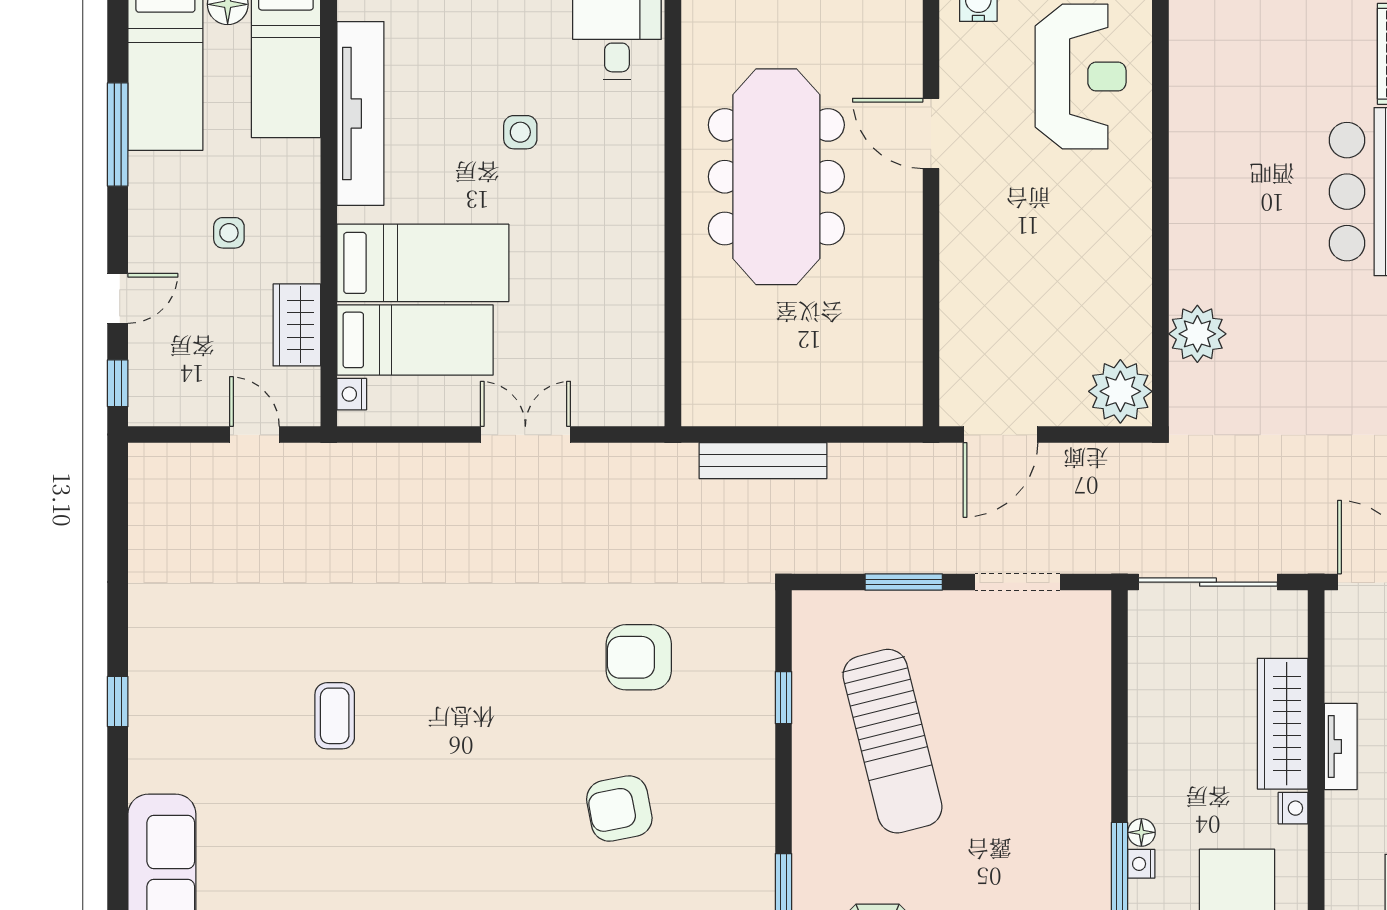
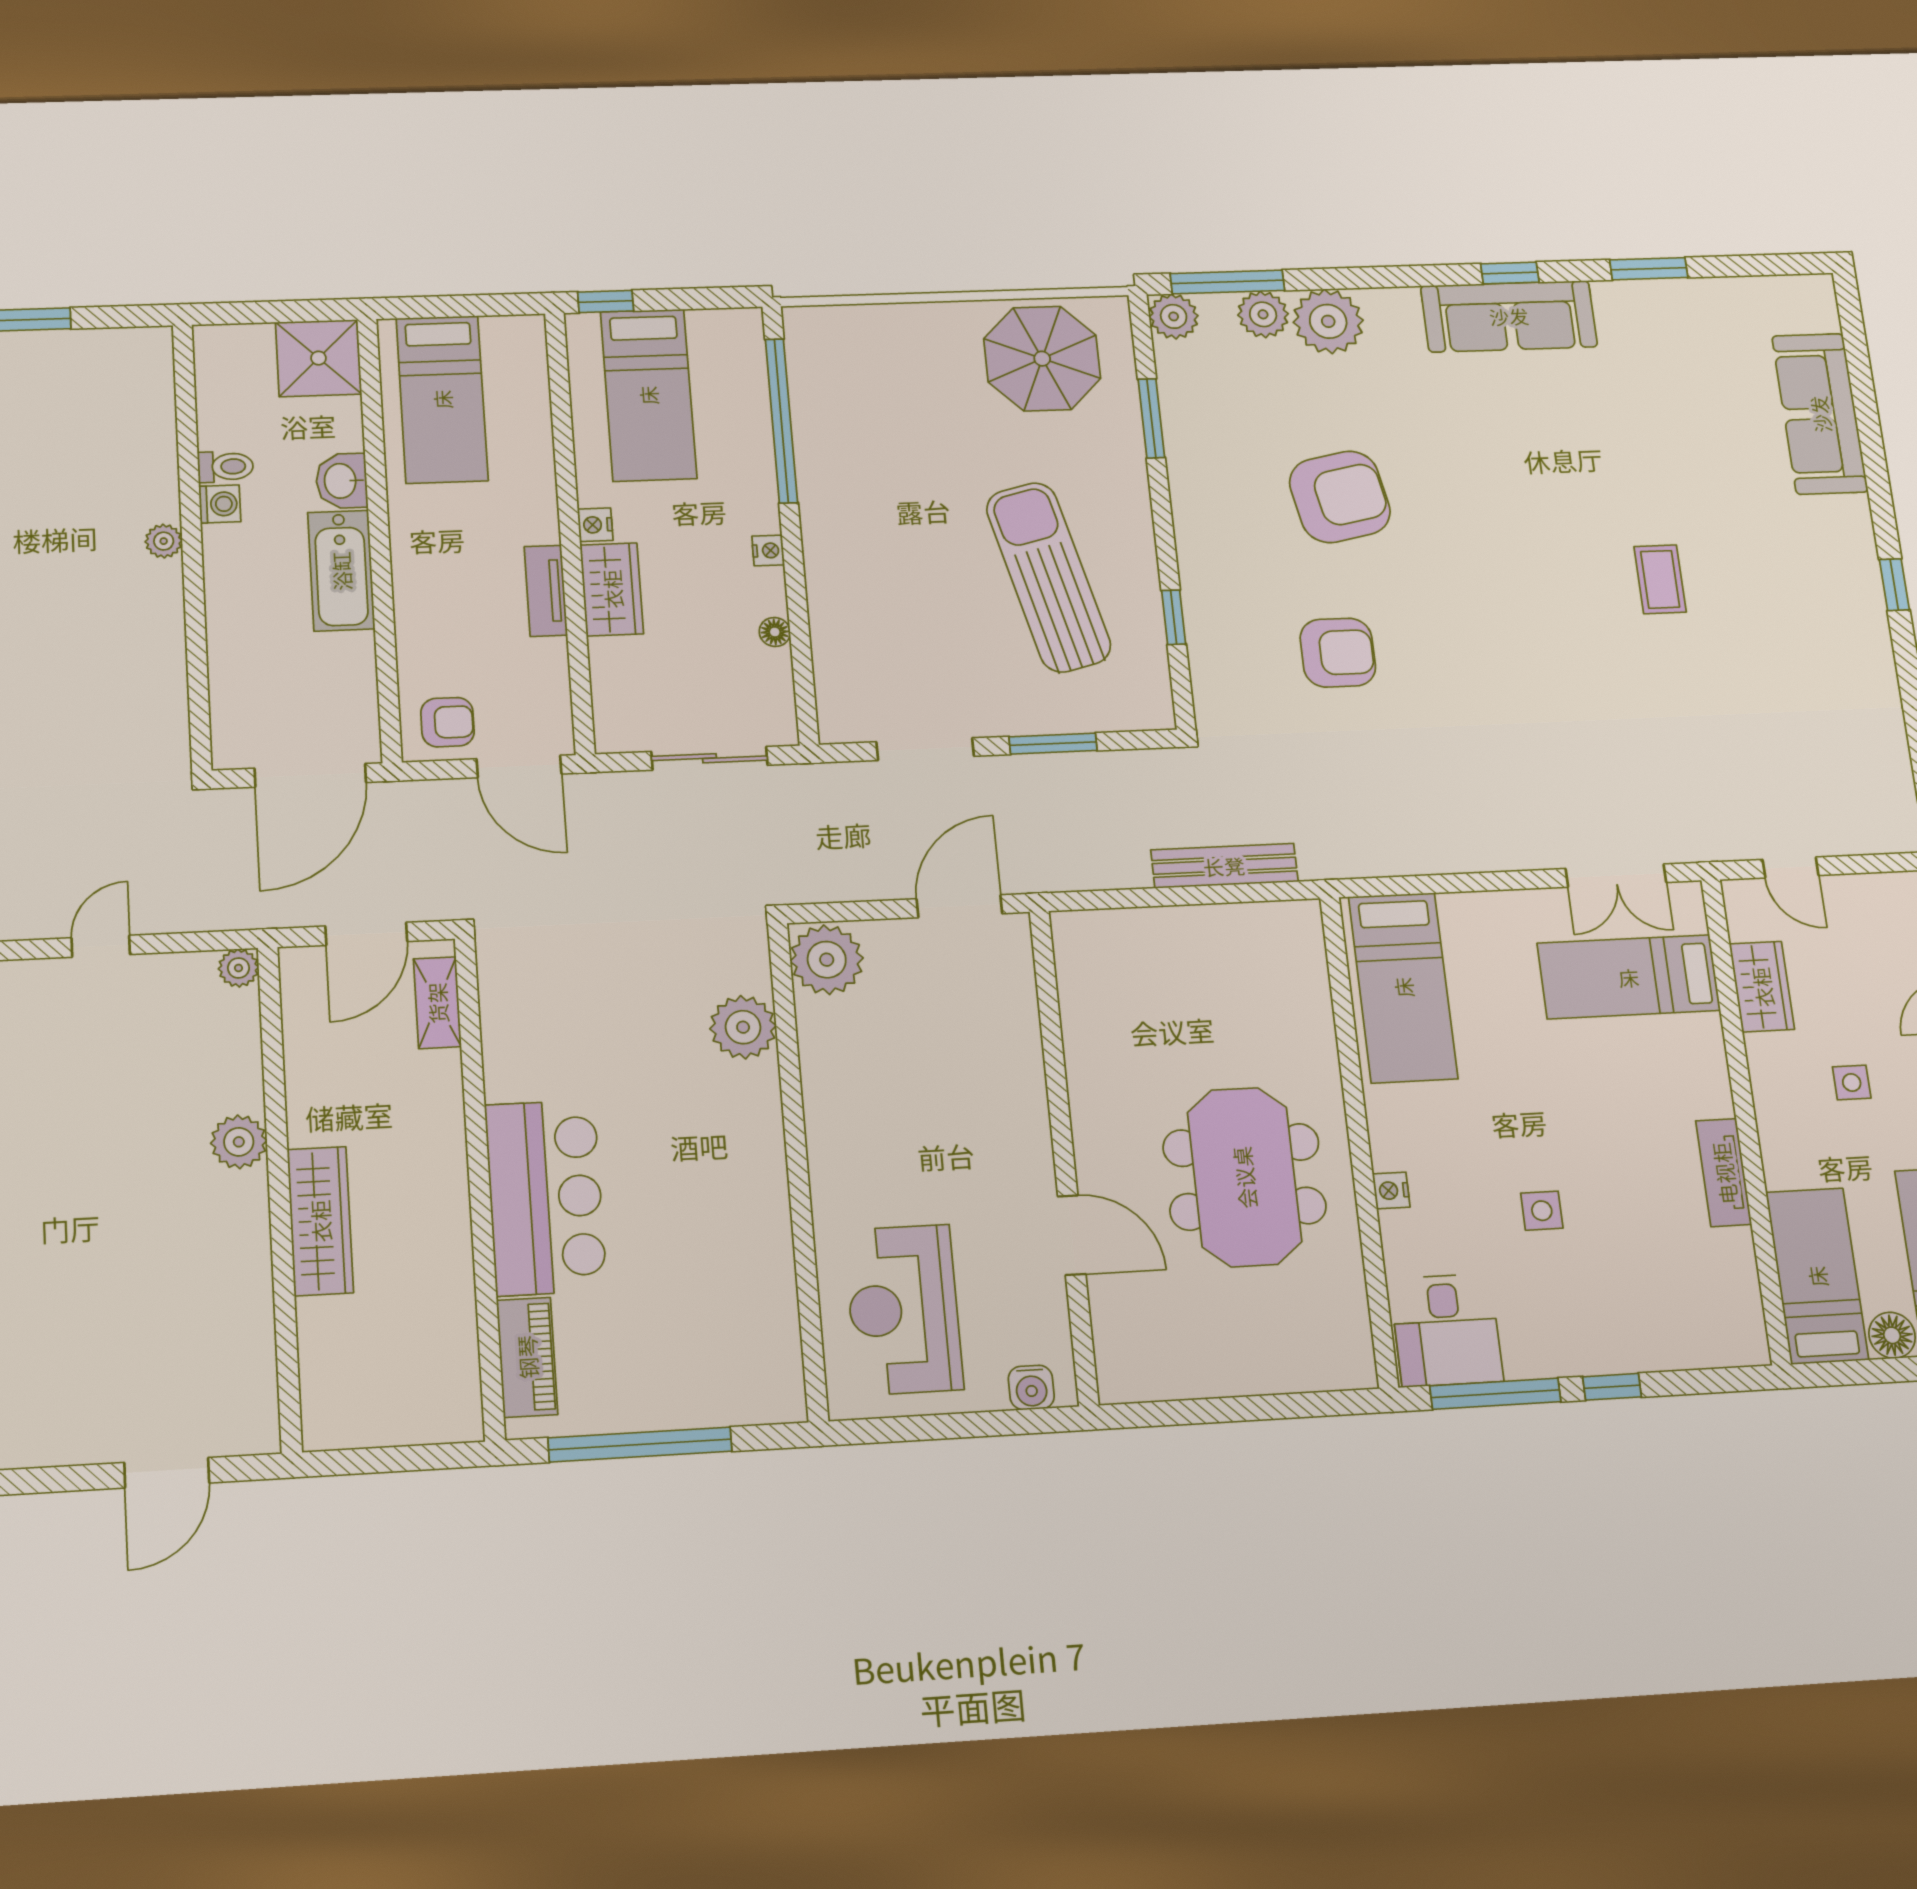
tv unit: (360, 113) -> (1724, 1173), width x0.52, depth x0.78
meeting table: (776, 177) -> (1244, 1177), width x0.73
bed: (423, 263) -> (1403, 987), moved, turned -90
nightstand: (352, 394) -> (1391, 1190), moved, turned 180
double door: (525, 435) -> (1616, 876), moved
sliding door: (1208, 582) -> (709, 758), width x0.73
wardrobe: (1283, 724) -> (612, 589), width x0.67
armchair: (619, 809) -> (1340, 497), width x1.36, depth x1.36
floor lamp: (1141, 832) -> (775, 632), moved
nightstand: (1141, 864) -> (768, 551), moved

